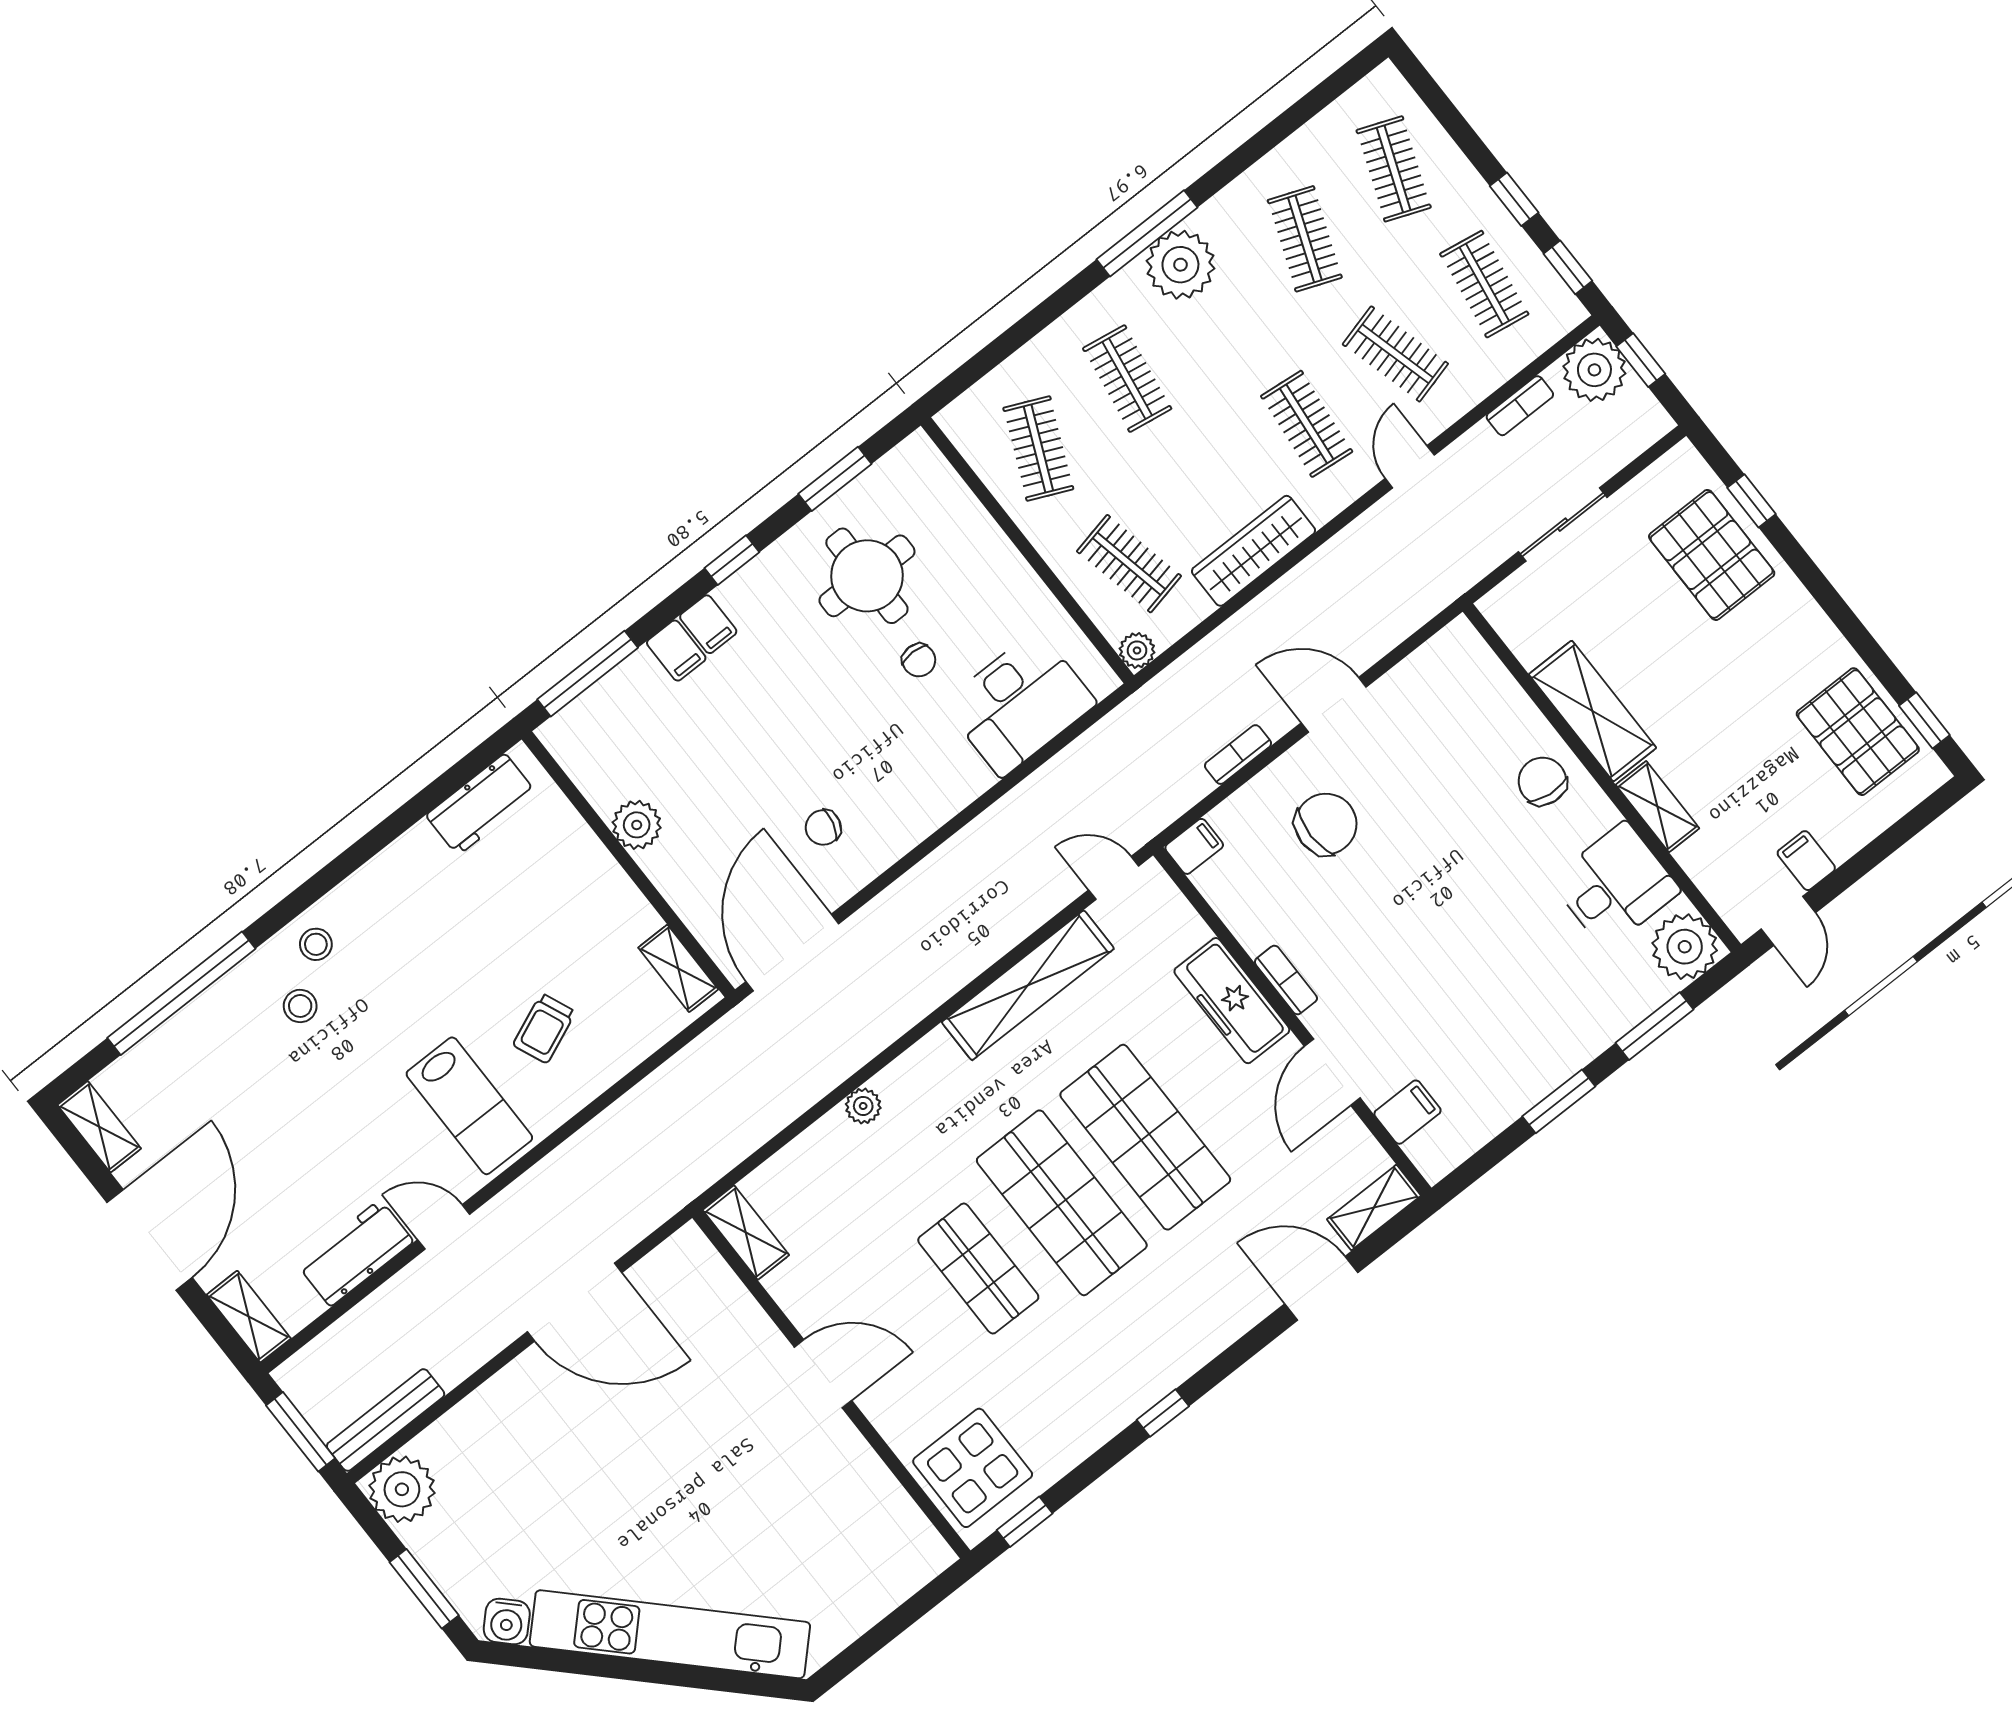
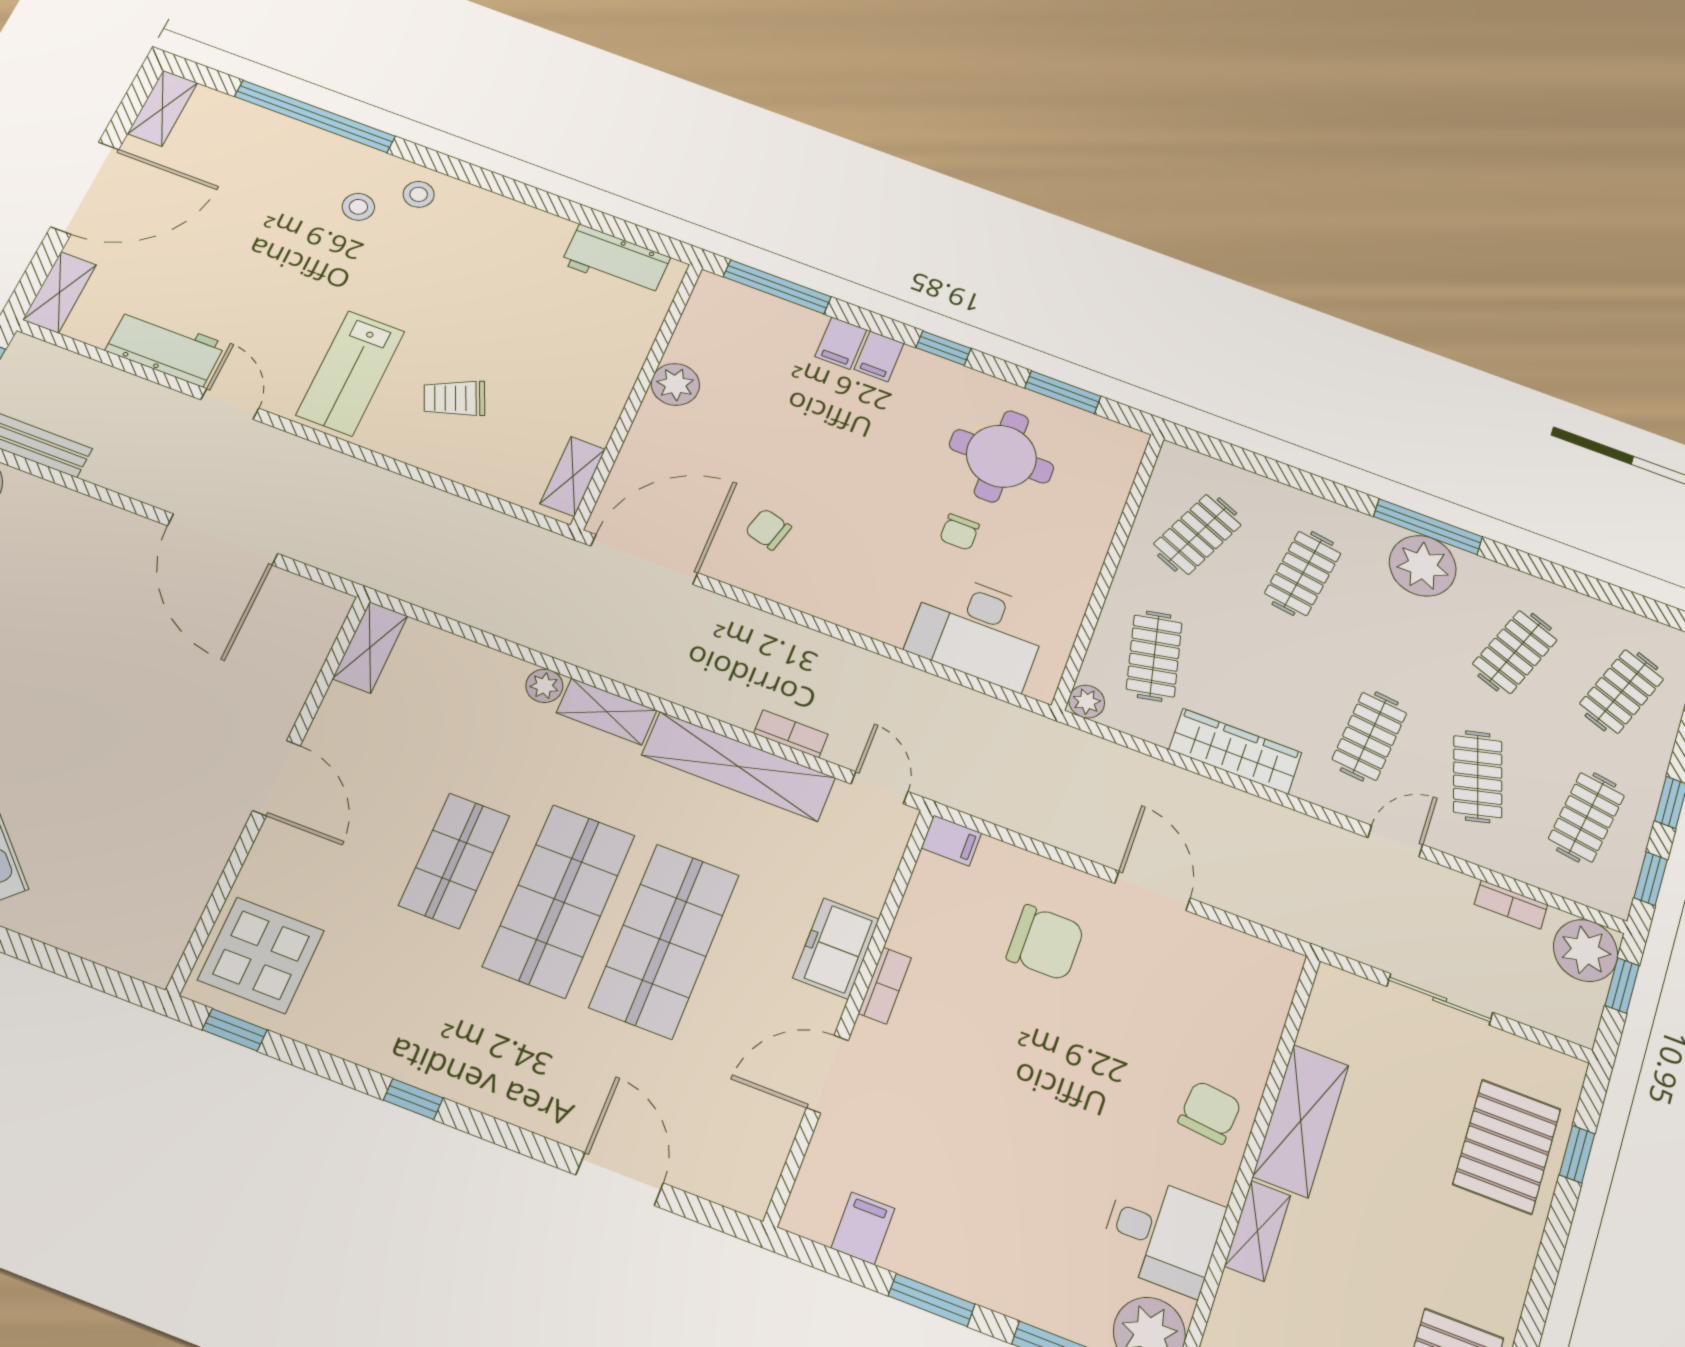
bookcase: (1238, 755) -> (791, 734), moved
freezer: (1232, 1001) -> (836, 948), width x0.71
filing cabinet: (1408, 1112) -> (863, 1228), moved, turned -90
shelving: (1374, 1208) -> (607, 712), moved

